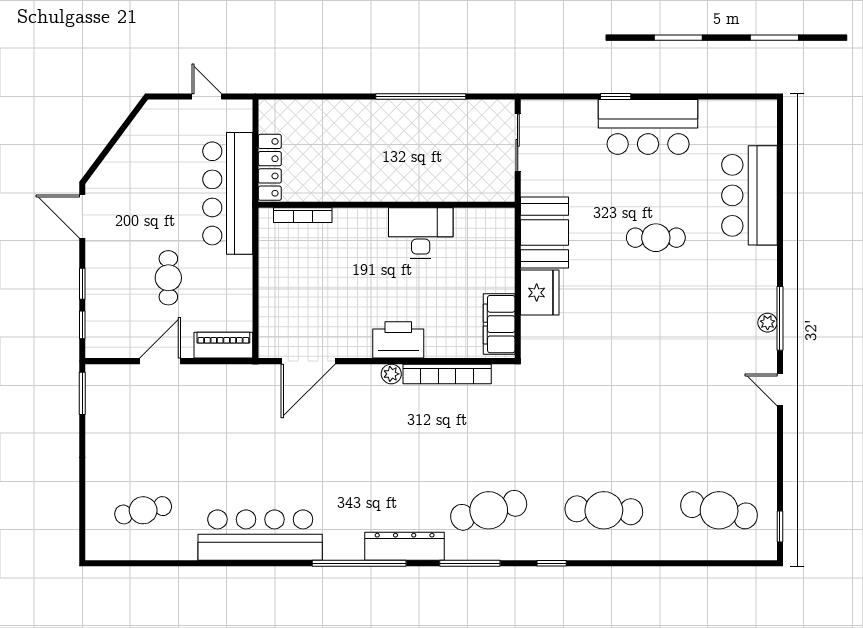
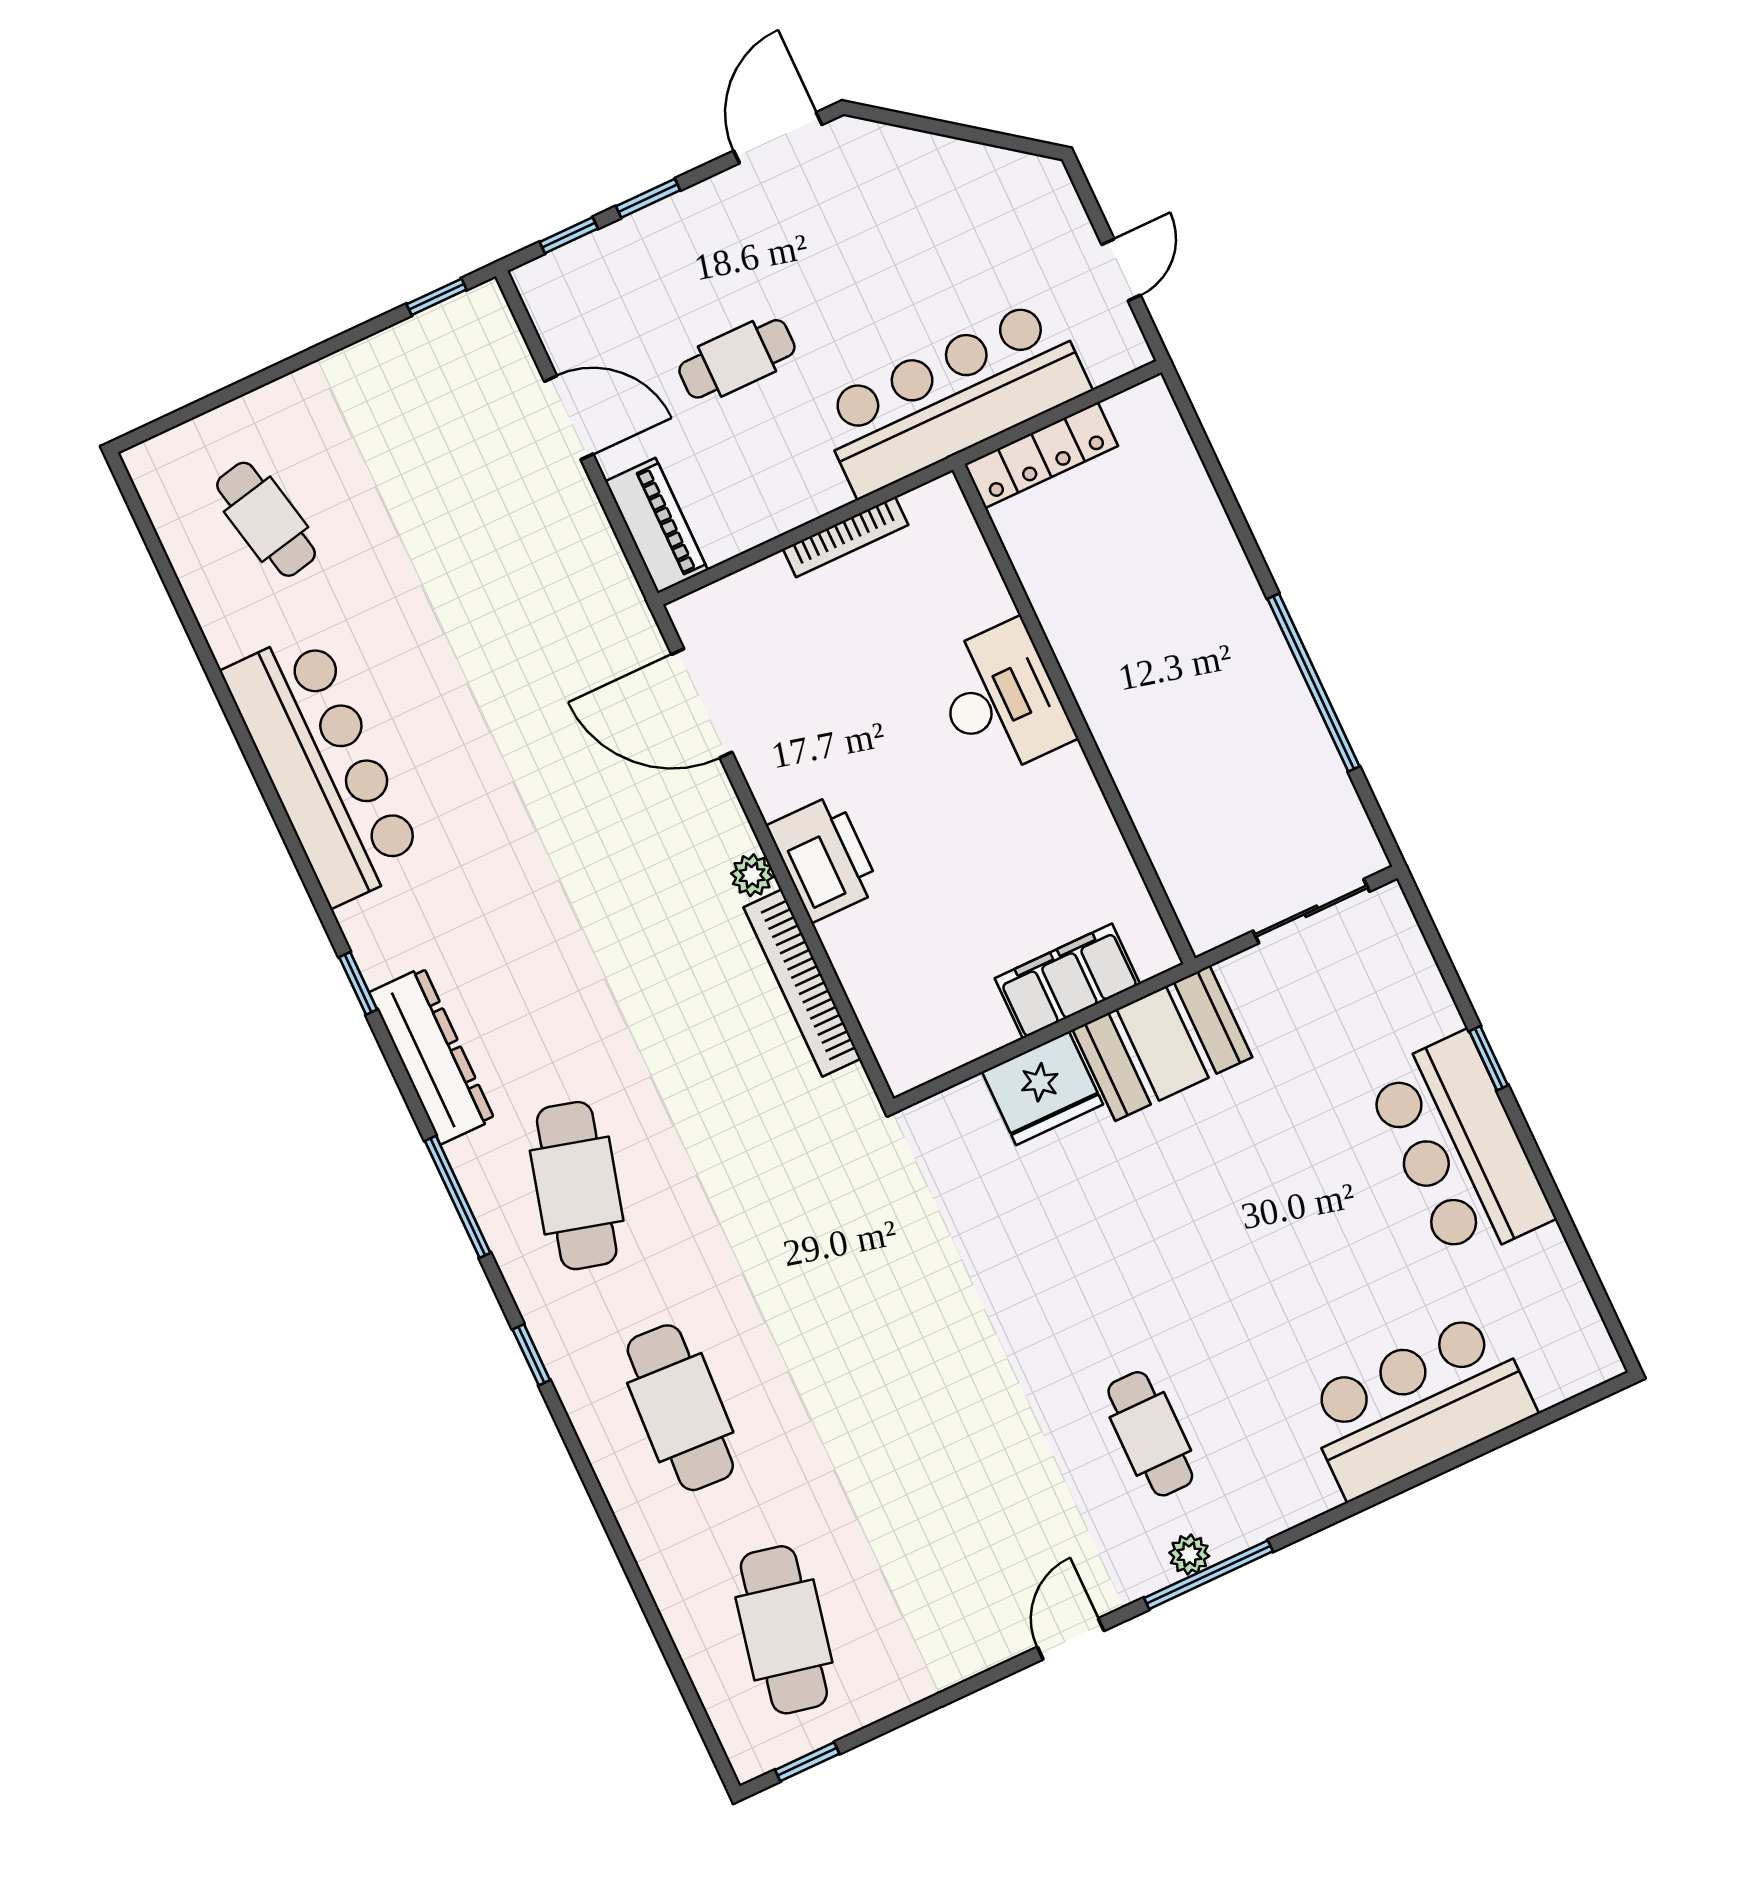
bookcase: (303, 215) -> (846, 537), moved, turned -90
desk: (421, 233) -> (1001, 699), moved
cafe table: (656, 238) -> (1150, 1434), moved
filing cabinet: (499, 324) -> (1067, 981), moved
window: (82, 393) -> (437, 297), width x0.67
cafe table: (489, 510) -> (577, 1186), turned 30
window: (359, 563) -> (358, 983), width x0.32

